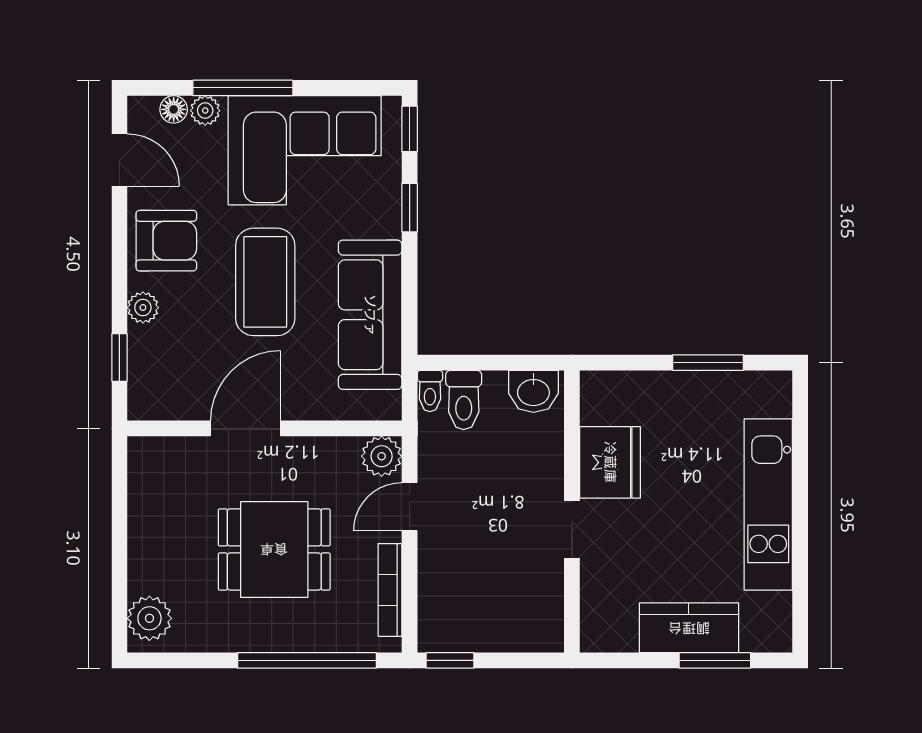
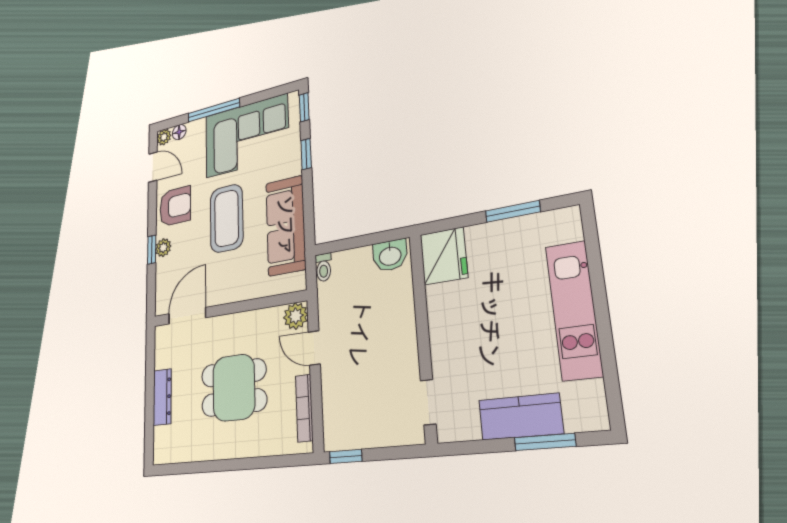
plant: (205, 111) -> (164, 137), moved
window: (119, 357) -> (152, 250), moved
toilet: (464, 400) -> (345, 269), removed
door: (246, 428) -> (187, 316), moved
fridge: (610, 462) -> (444, 256), moved
door: (410, 507) -> (314, 348), hinge flipped
doorway: (572, 529) -> (428, 402), moved
dresser: (144, 551) -> (162, 397), added
plant: (149, 618) -> (165, 441), removed
window: (307, 660) -> (254, 463), removed

